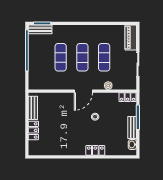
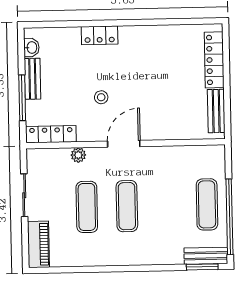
exercise mat: (61, 57) -> (207, 204), moved
locker: (128, 97) -> (51, 134), width x1.53
locker: (33, 130) -> (214, 60), width x1.53

